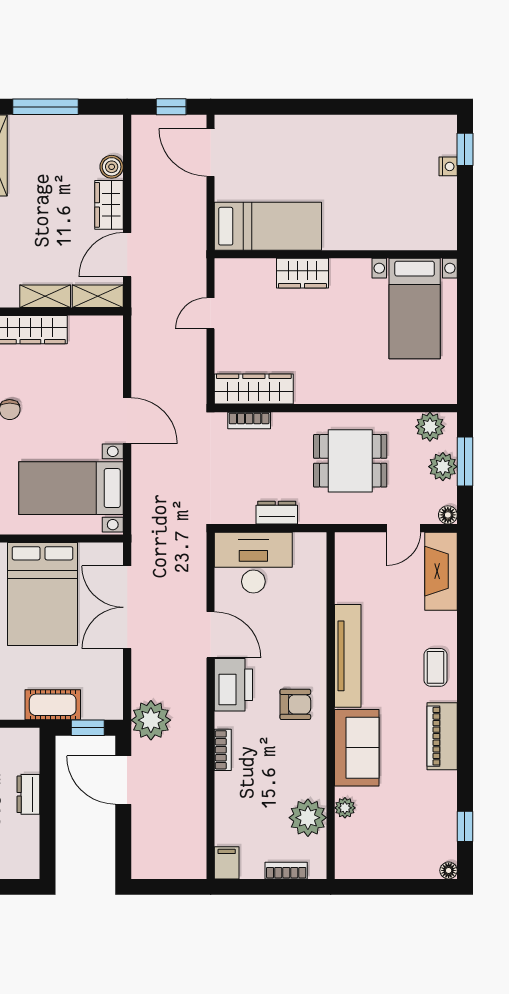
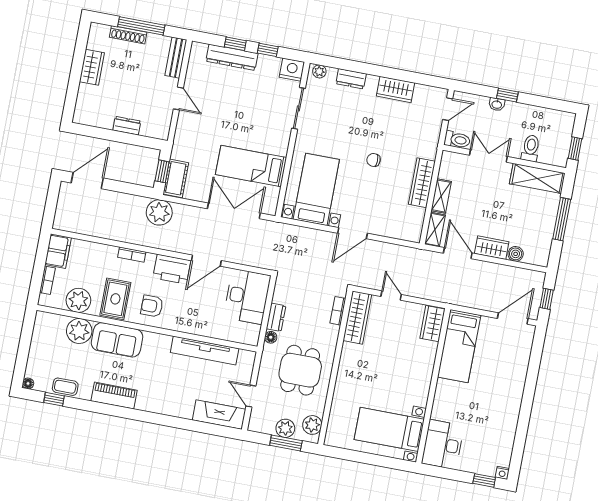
nightstand: (448, 166) -> (502, 473), moved
desk: (422, 223) -> (443, 444), added
wardrobe: (302, 273) -> (432, 324), moved
door: (211, 313) -> (391, 295), moved
floor lamp: (448, 515) -> (271, 337), moved
bed: (43, 594) -> (251, 166), width x0.67
tv unit: (348, 656) -> (205, 350), moved
coffee table: (435, 667) -> (65, 387), moved
armchair: (295, 704) -> (152, 306), turned 90
cot: (53, 705) -> (176, 178), moved
rug: (295, 762) -> (115, 299), added
door: (123, 780) -> (87, 181), moved
plant: (345, 808) -> (79, 331), width x1.88, depth x1.88
filing cabinet: (227, 863) -> (58, 251), width x2.00

